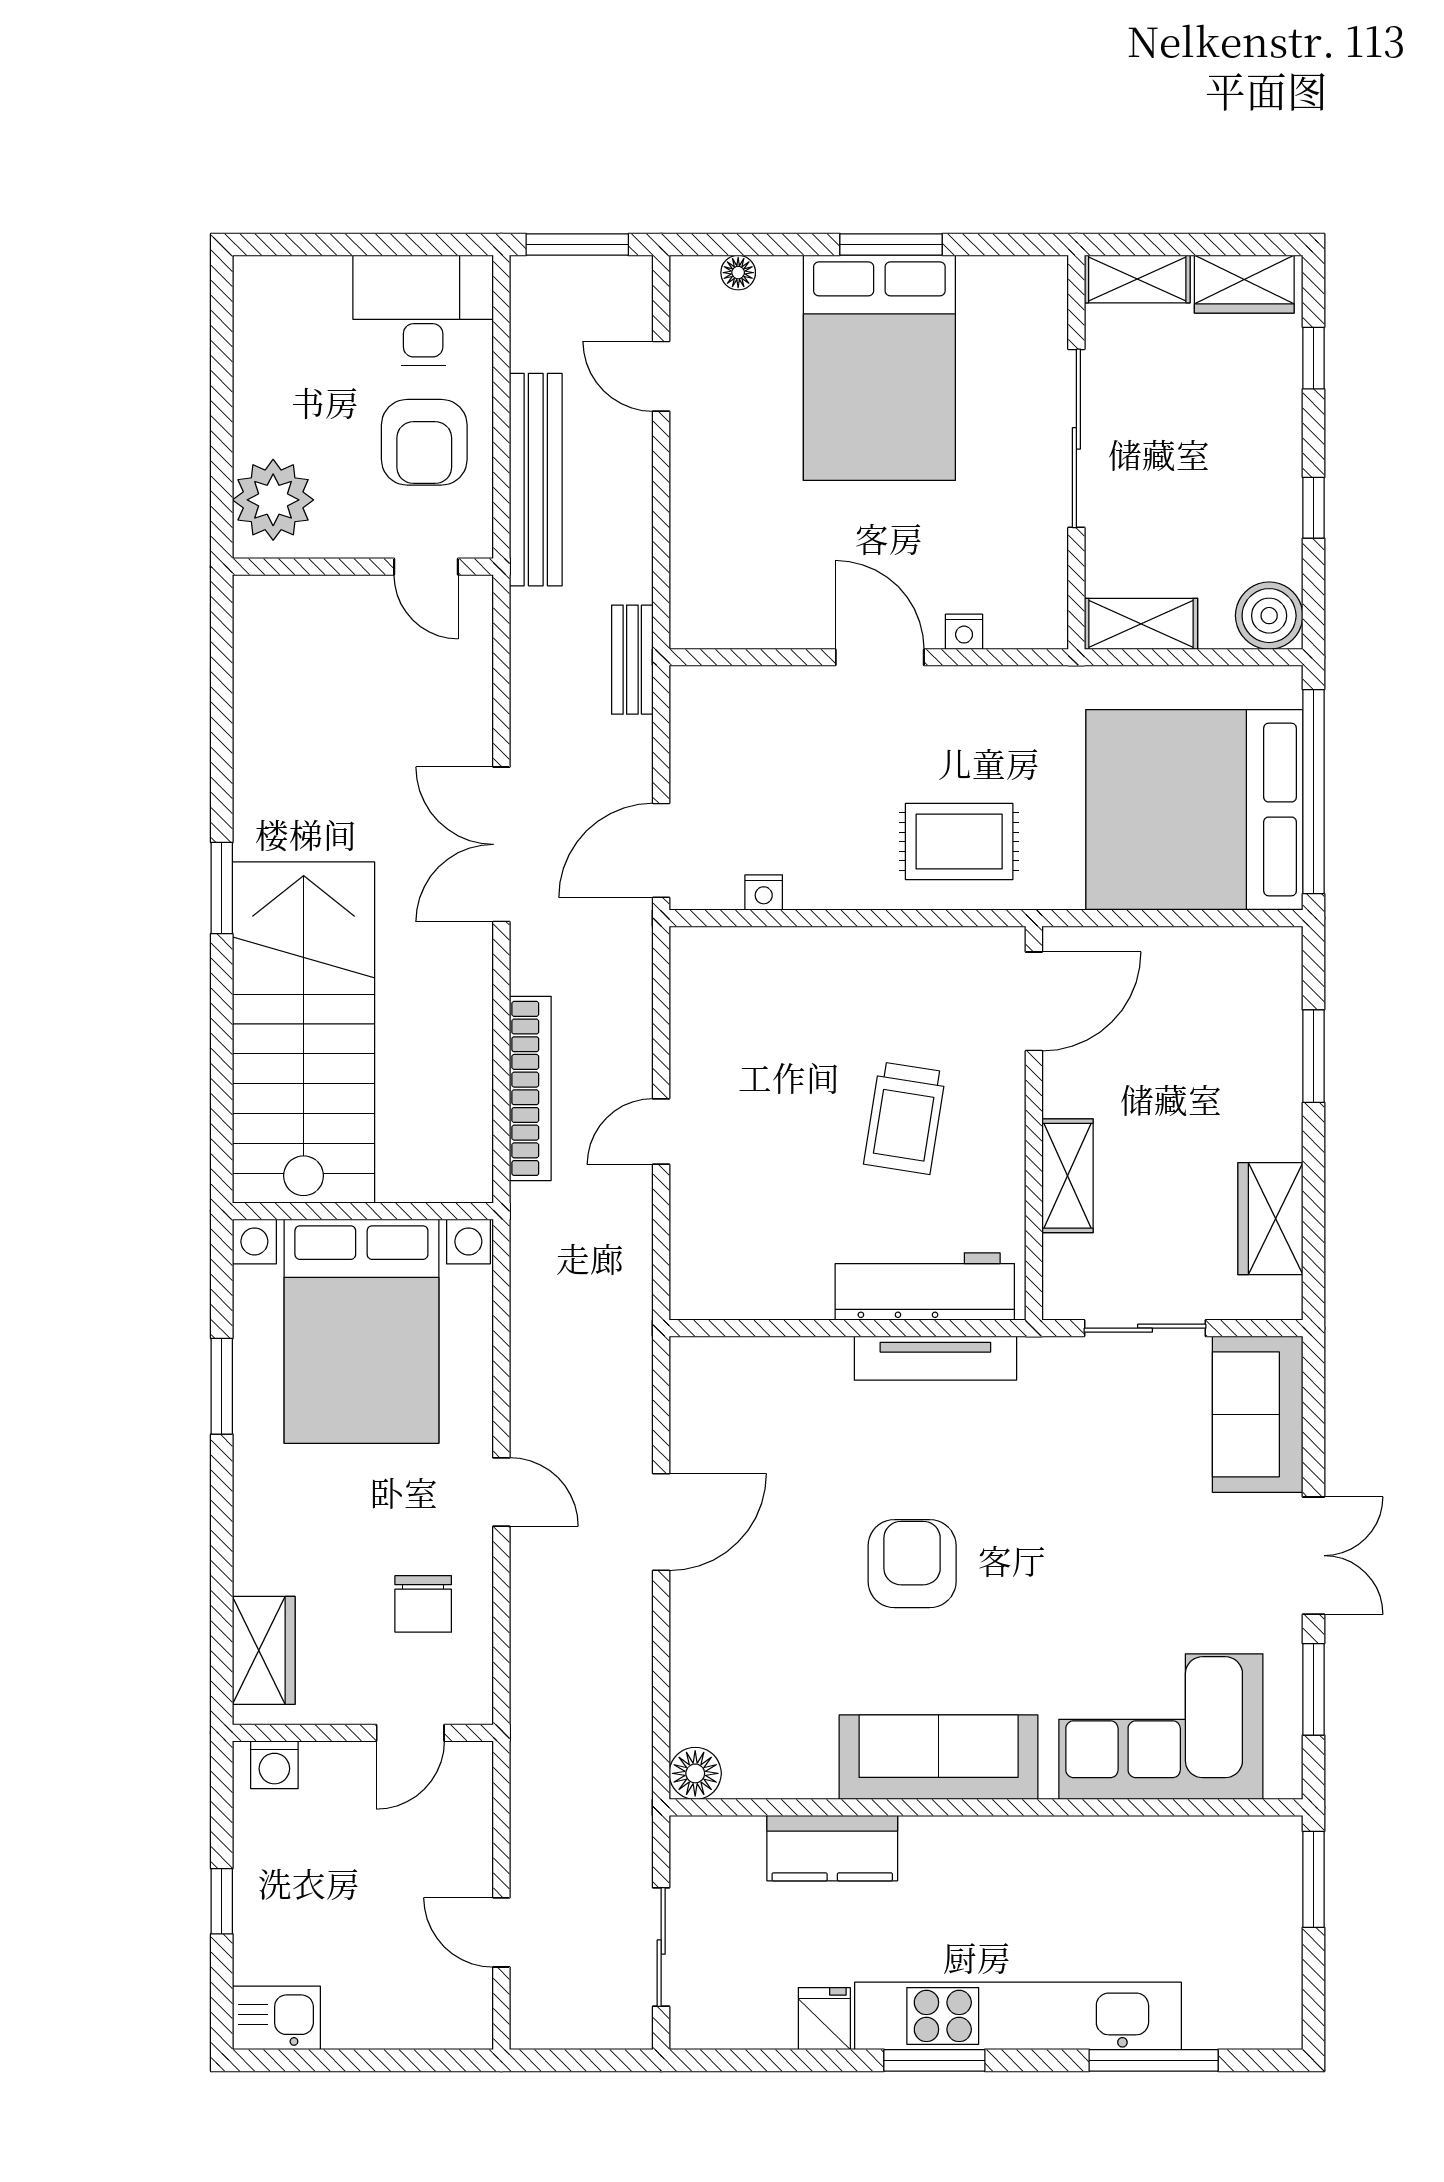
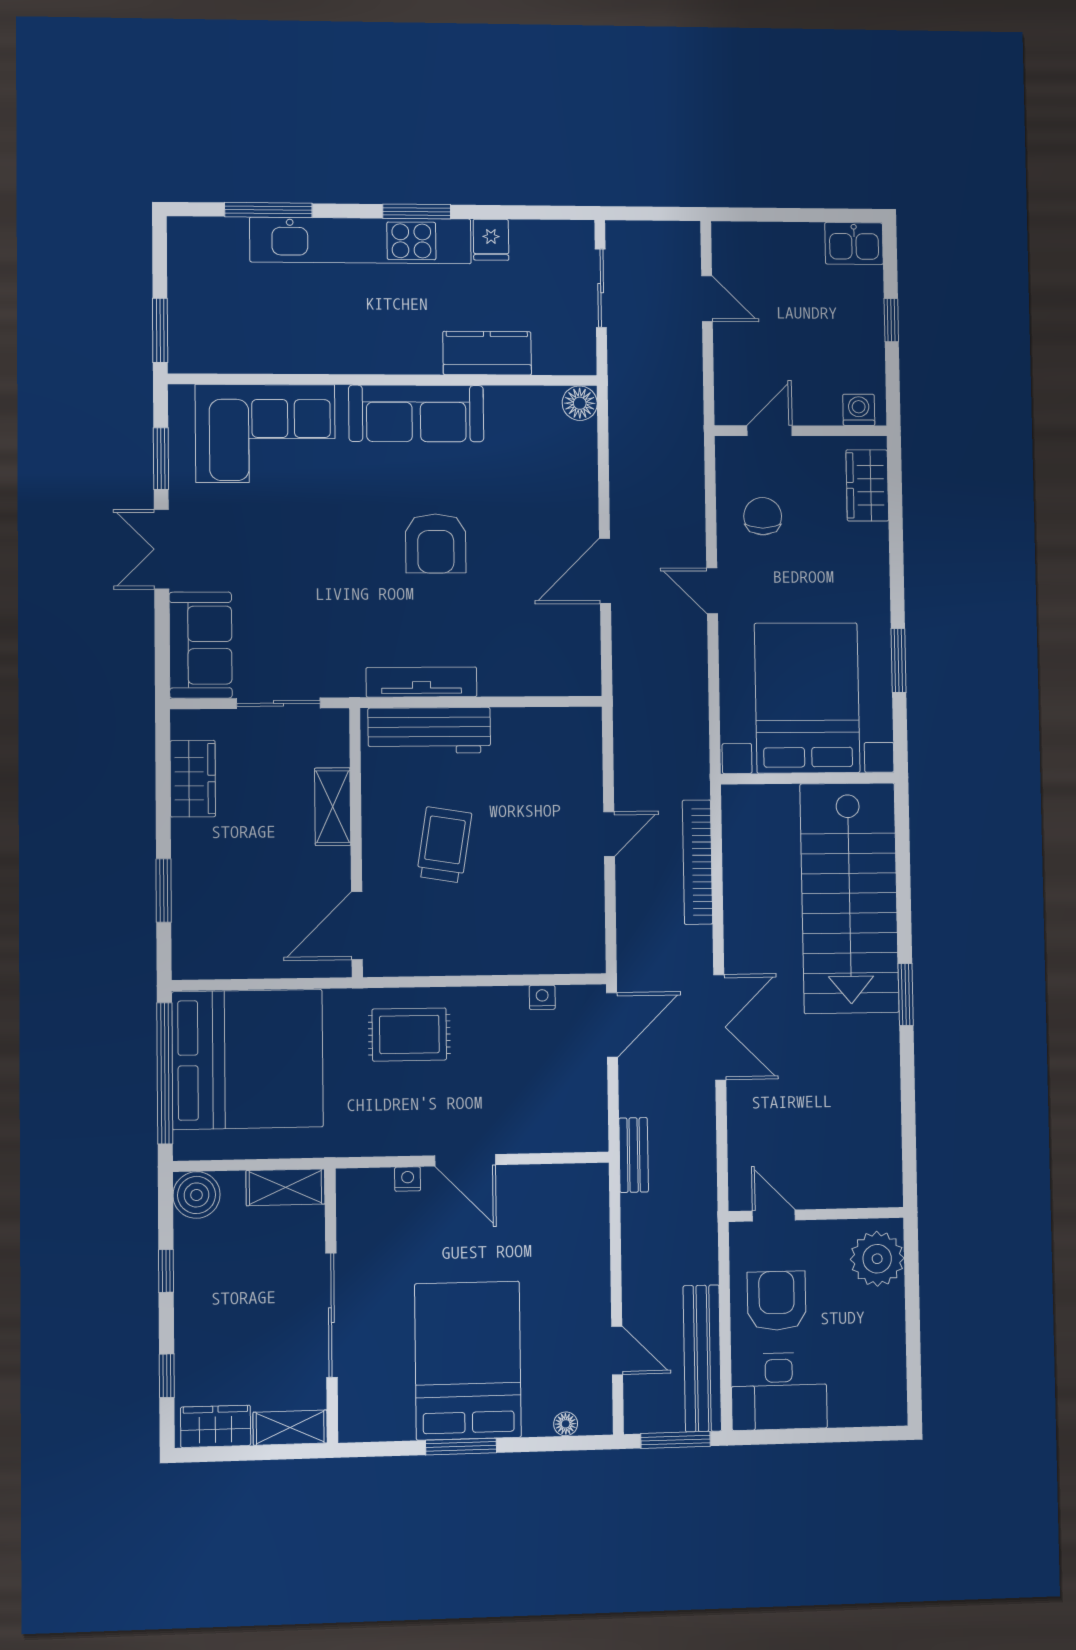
bench: (536, 480) -> (702, 1358), moved

